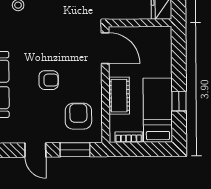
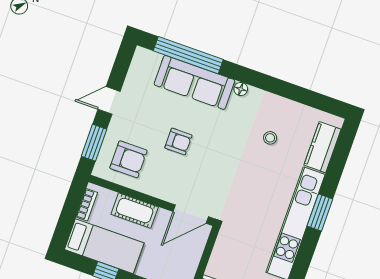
armchair: (49, 80) -> (178, 142), turned -90

